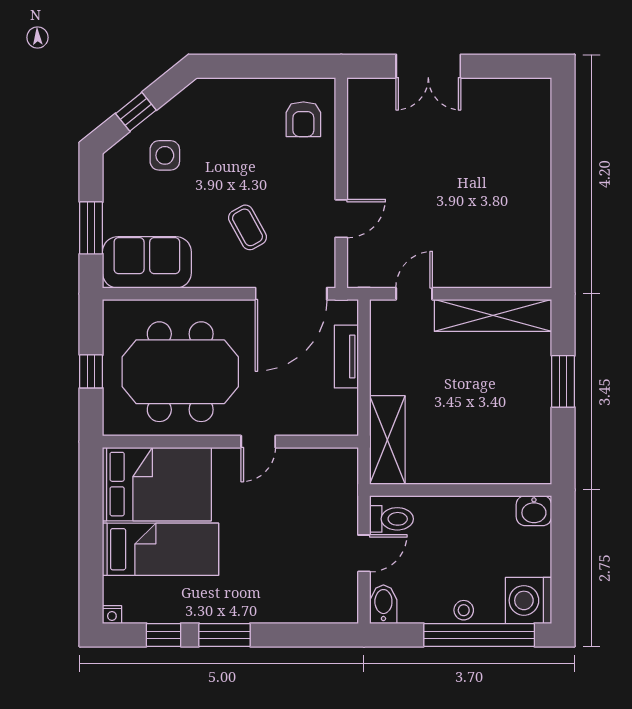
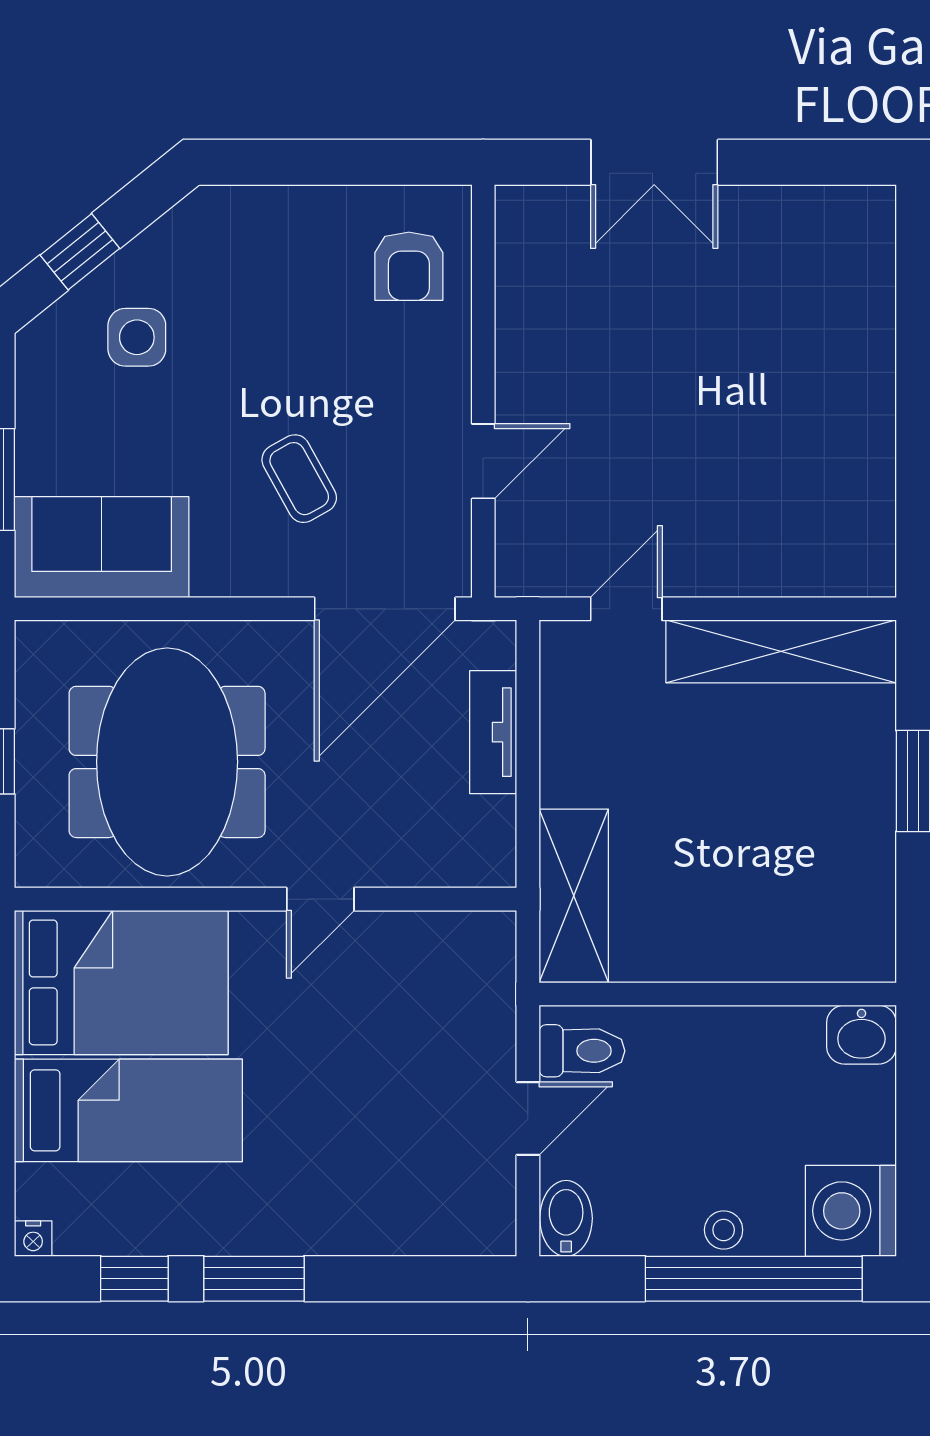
meeting table: (180, 372) -> (167, 762), turned 90

